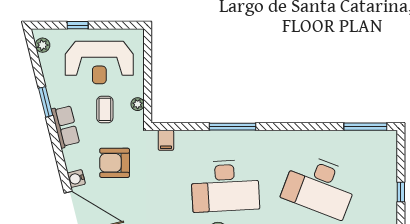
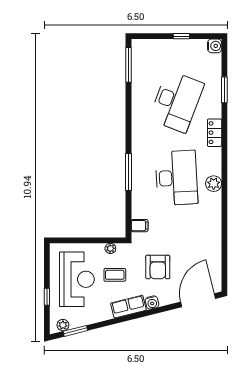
window: (46, 102) -> (75, 331), moved
water cooler: (76, 179) -> (152, 303), moved

